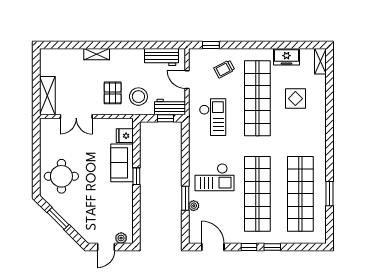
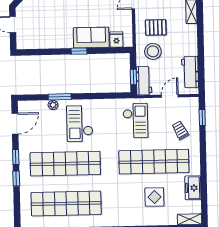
checkout: (213, 117) -> (135, 121), turned -90
plant: (121, 238) -> (21, 38), removed

